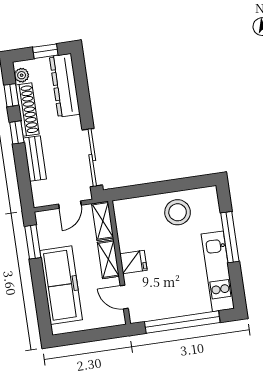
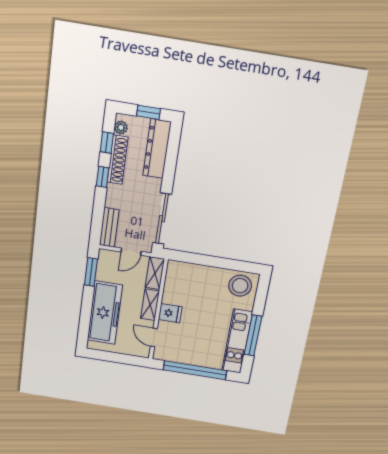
bench: (35, 159) -> (109, 227), moved
stool: (178, 212) -> (240, 286), moved
window: (230, 237) -> (253, 335), moved

